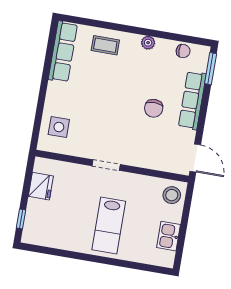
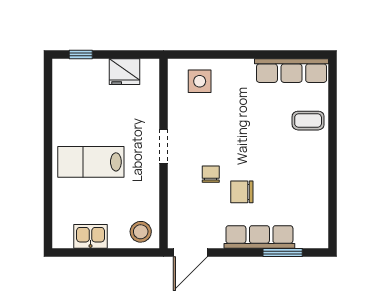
plant: (148, 43) -> (320, 172), removed
coffee table: (105, 45) -> (308, 121), turned 90
chair: (183, 51) -> (211, 174), moved, turned 180
window: (211, 69) -> (283, 252), moved

